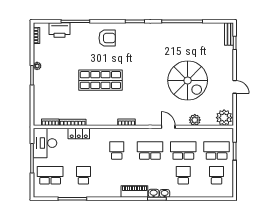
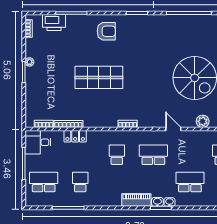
desk: (45, 143) -> (38, 142), width x0.73
school desk: (183, 150) -> (190, 155), removed
school desk: (183, 175) -> (190, 182), width x1.85

